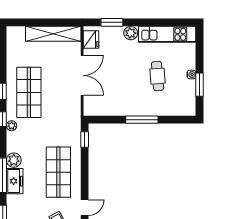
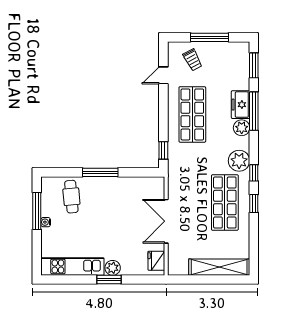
window: (112, 22) -> (109, 280), moved
shelving: (53, 34) -> (219, 267), moved
cafe table: (158, 76) -> (71, 197), moved
window: (200, 85) -> (37, 211), width x1.44
plant: (12, 126) -> (239, 161), width x1.88, depth x1.88

